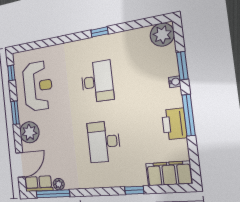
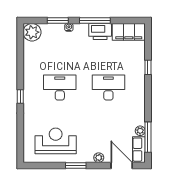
window: (100, 32) -> (20, 97), moved
window: (11, 73) -> (40, 165), removed
plant: (29, 132) -> (99, 158), width x0.53, depth x0.53
desk: (104, 142) -> (108, 88), turned 180
filing cabinet: (169, 173) -> (129, 32), moved, turned -90

